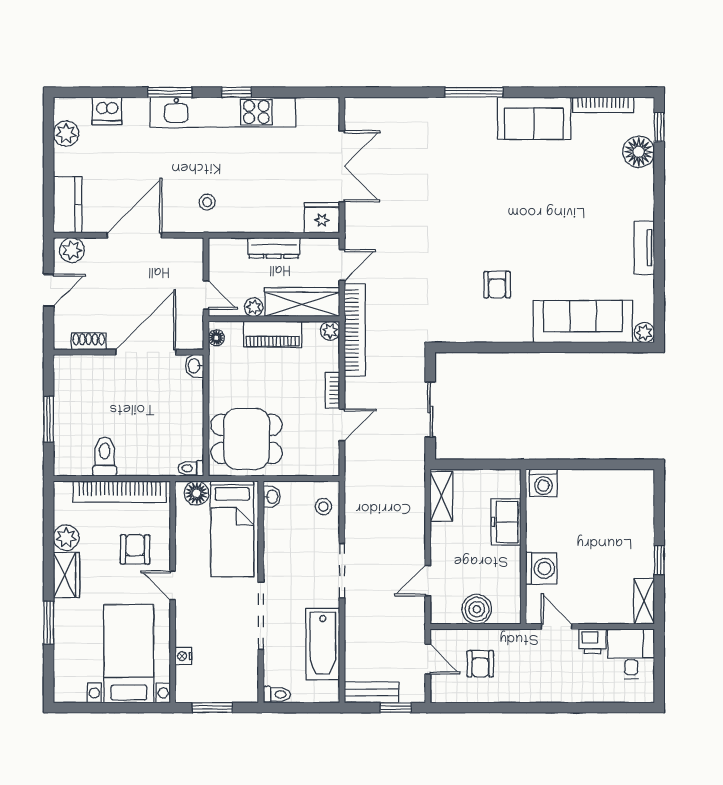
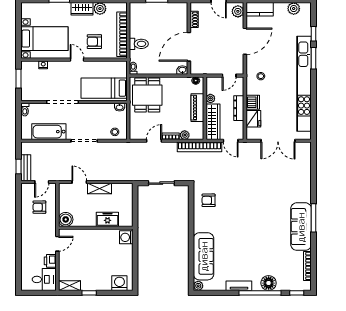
window: (236, 92) -> (313, 34), moved
window: (474, 92) -> (313, 218), moved
dishwasher: (107, 111) -> (253, 102), moved, turned 180
kitchen unit: (223, 112) -> (304, 84), width x1.36
sofa: (534, 118) -> (301, 227), width x1.36
floor lamp: (639, 152) -> (269, 283), moved
window: (659, 204) -> (260, 293), added
fridge: (322, 218) -> (253, 119), moved
door: (134, 235) -> (245, 41), hinge flipped
armchair: (497, 285) -> (209, 200), moved
door: (206, 295) -> (229, 76), moved
plant: (330, 331) -> (185, 135), moved
door: (146, 352) -> (189, 47), swing flipped
door: (342, 425) -> (154, 141), swing flipped
toilet: (105, 457) -> (139, 44), moved
floor lamp: (197, 493) -> (121, 71), removed
shelving: (441, 496) -> (99, 188), moved
armchair: (135, 549) -> (94, 42), turned 180
washing machine: (541, 568) -> (119, 283), moved, turned 180
door: (173, 585) -> (77, 60), hinge flipped
boiler: (477, 609) -> (66, 219), moved
bench: (372, 692) -> (26, 168), moved

